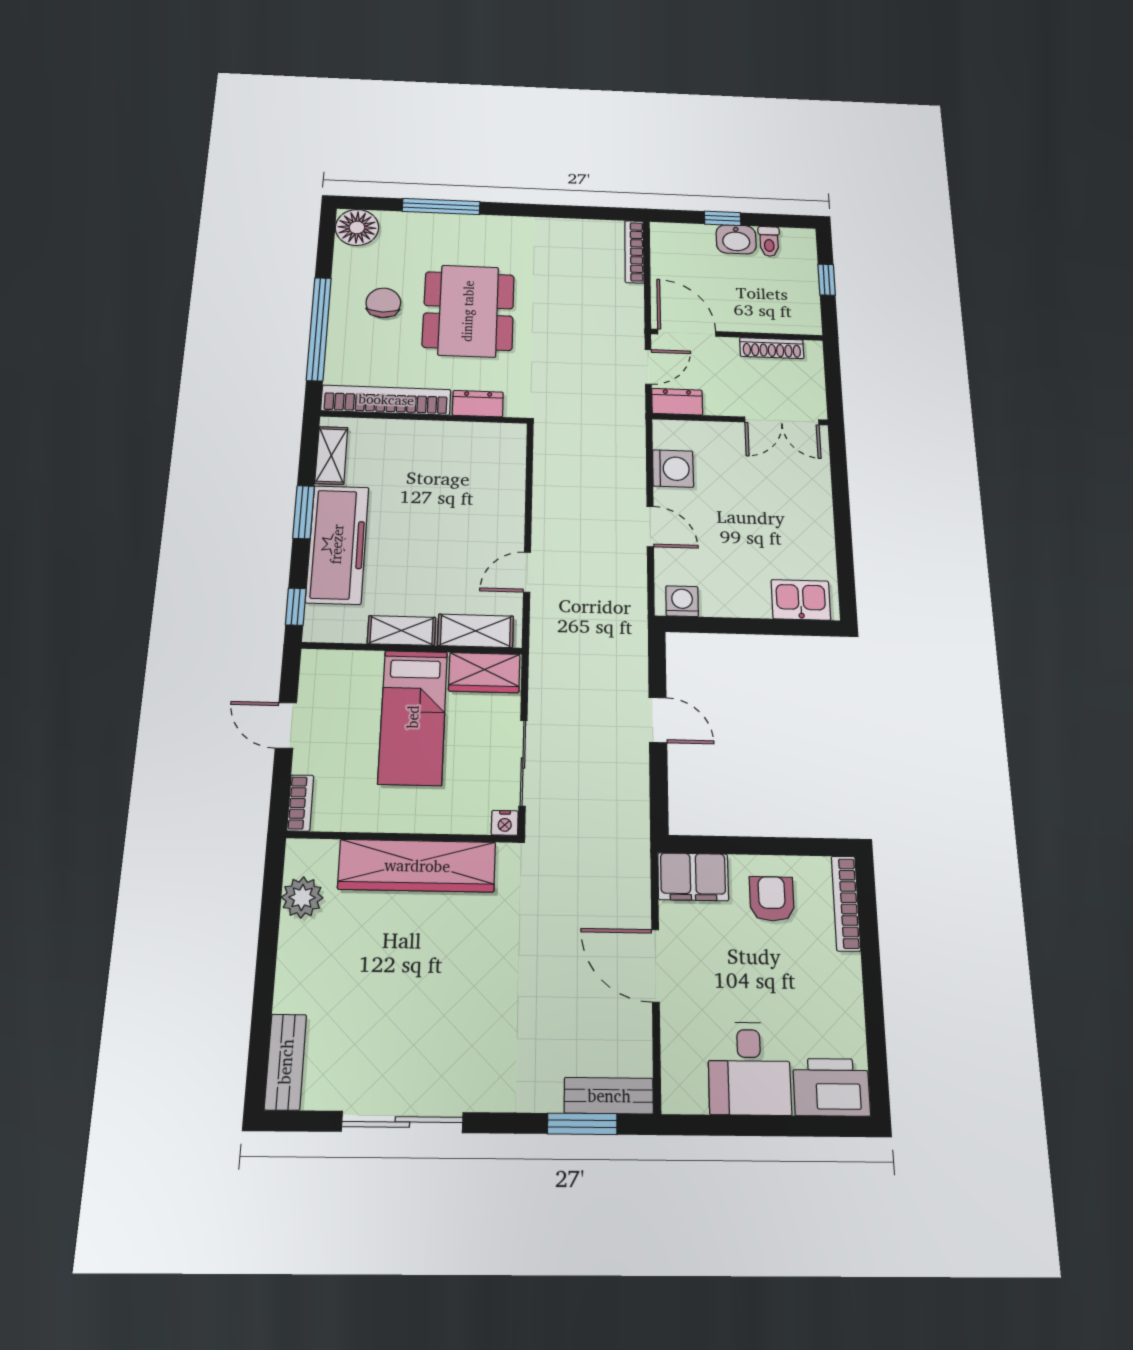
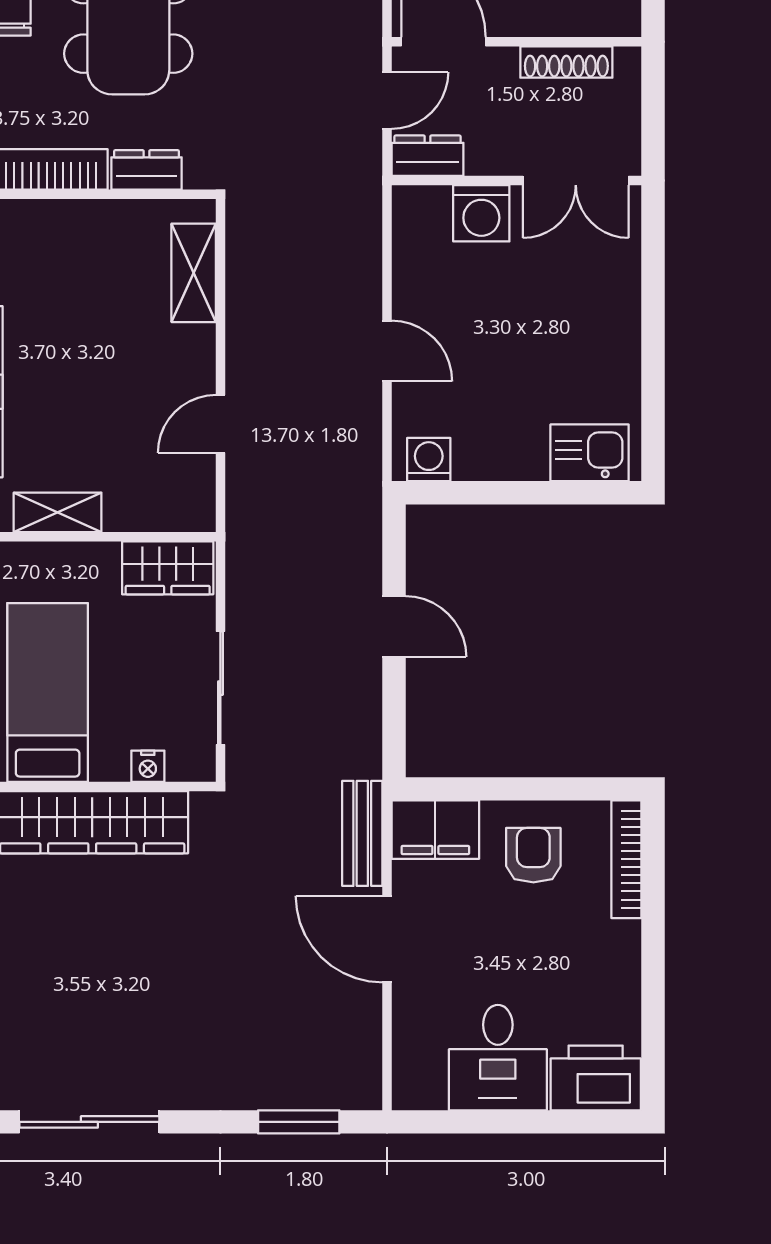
washing machine: (673, 469) -> (481, 213), moved, turned 90
shelving: (476, 631) -> (194, 273), moved, turned 90
bed: (413, 717) -> (48, 692), moved, turned 180
nightstand: (505, 823) -> (148, 766), moved
bench: (609, 1096) -> (362, 833), moved, turned 90

